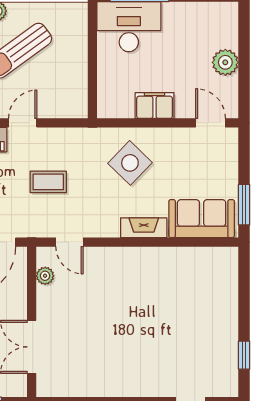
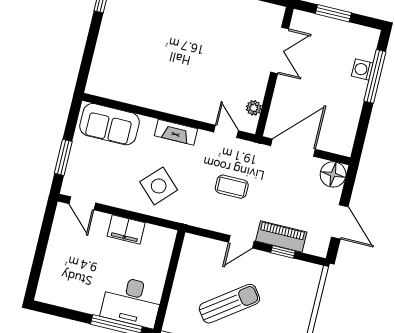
plant: (225, 62) -> (57, 252), removed
window: (244, 205) -> (63, 157), moved
fireplace: (144, 228) -> (176, 132), moved

